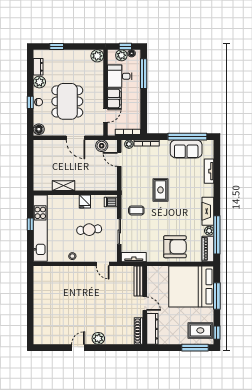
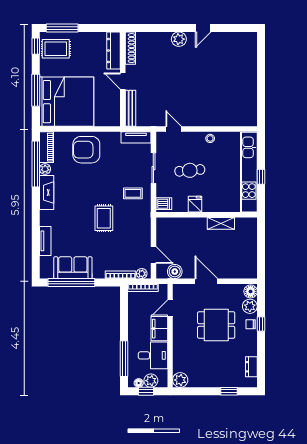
plant: (39, 82) -> (250, 306), moved
dining table: (67, 101) -> (216, 325), width x0.73

